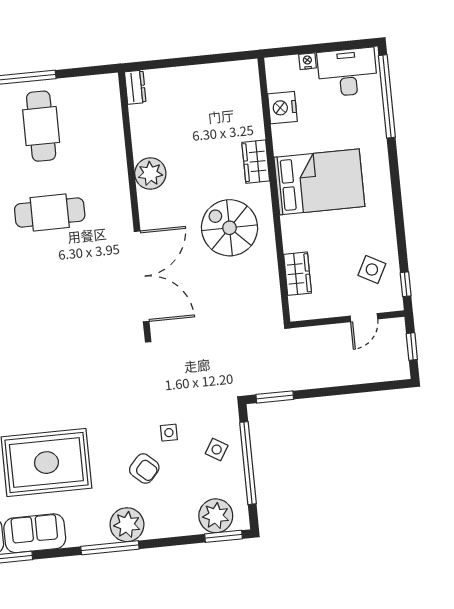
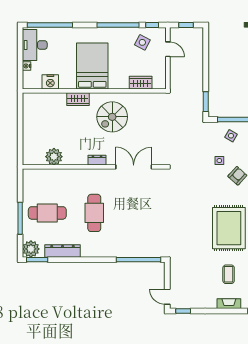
dresser: (135, 87) -> (97, 160), moved
plant: (150, 173) -> (54, 157), moved
window: (399, 222) -> (118, 25), added
double door: (142, 276) -> (134, 167), width x0.73

